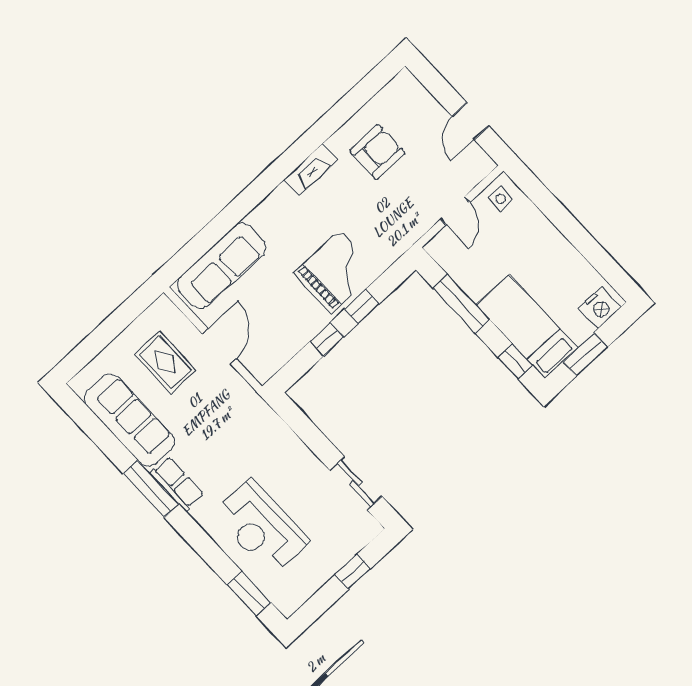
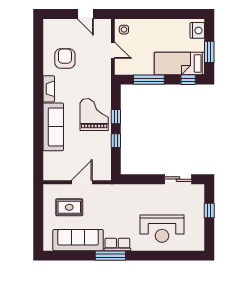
sofa: (222, 266) -> (53, 127), moved
door: (219, 346) -> (82, 182), hinge flipped
window: (249, 594) -> (182, 256), removed

